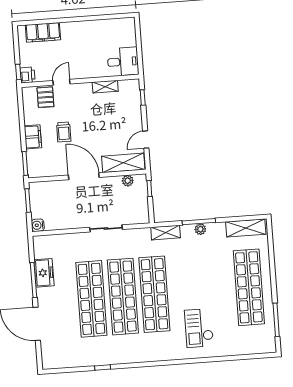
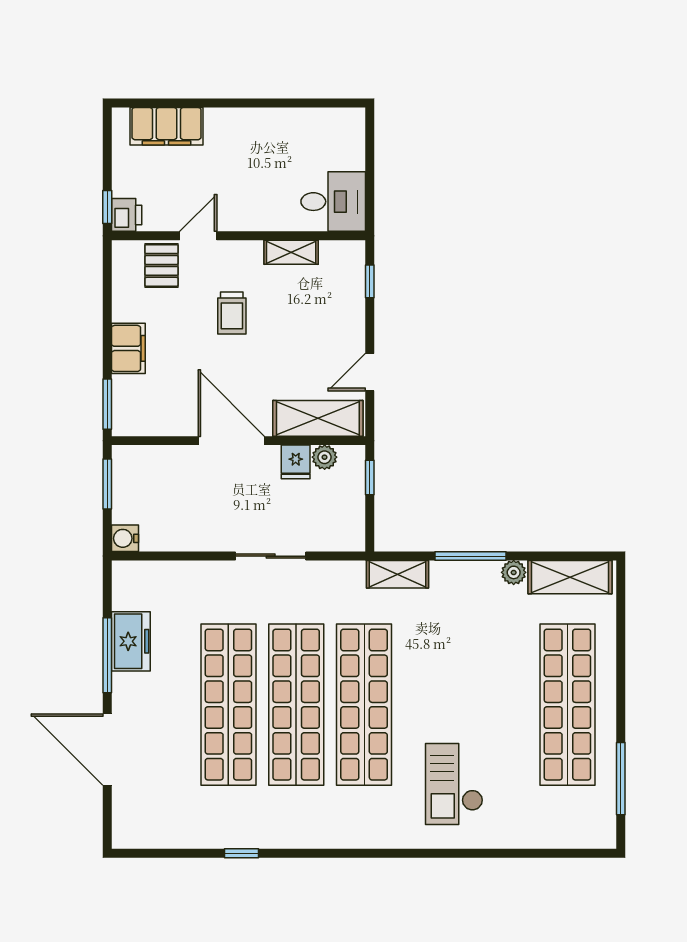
trolley: (64, 132) -> (232, 313), moved
fridge: (114, 184) -> (296, 462), added
plant: (200, 229) -> (514, 572), moved

